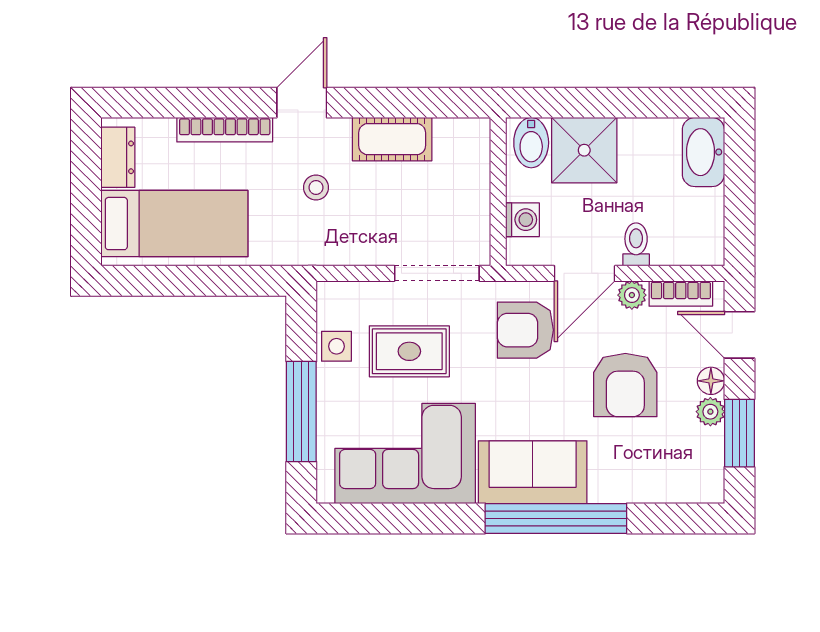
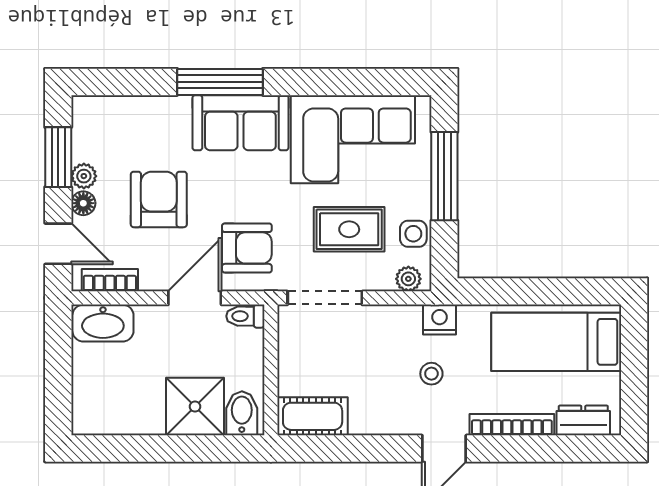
cot: (392, 139) -> (313, 416), moved
washbasin: (703, 152) -> (103, 323), moved, turned 90
dresser: (118, 157) -> (583, 420), moved, turned 90
washing machine: (522, 220) -> (249, 345), removed
toilet: (636, 244) -> (245, 316), moved, turned 90
nightstand: (307, 249) -> (440, 320), added
plant: (632, 295) -> (408, 279), moved
window: (556, 518) -> (220, 82), width x0.68

